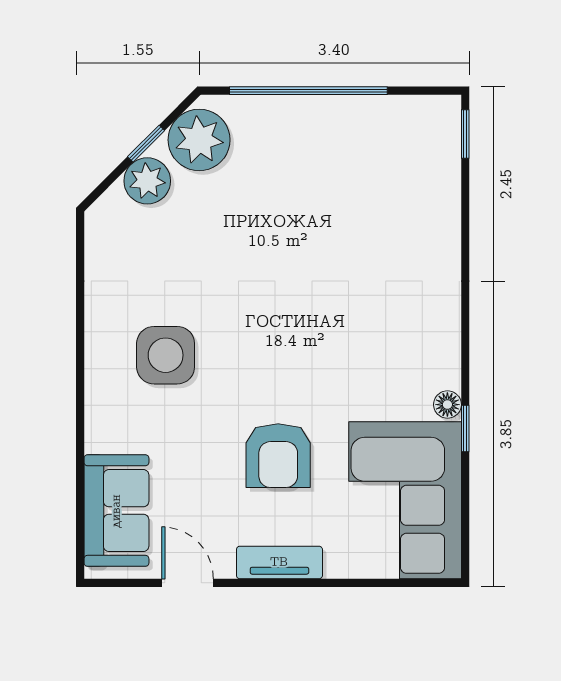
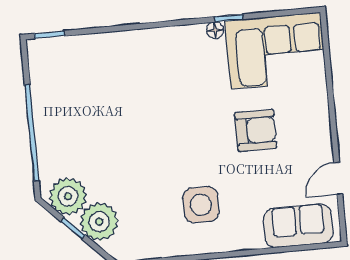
plant: (147, 181) -> (99, 222), width x1.36, depth x1.36
tv unit: (279, 562) -> (321, 124), removed

